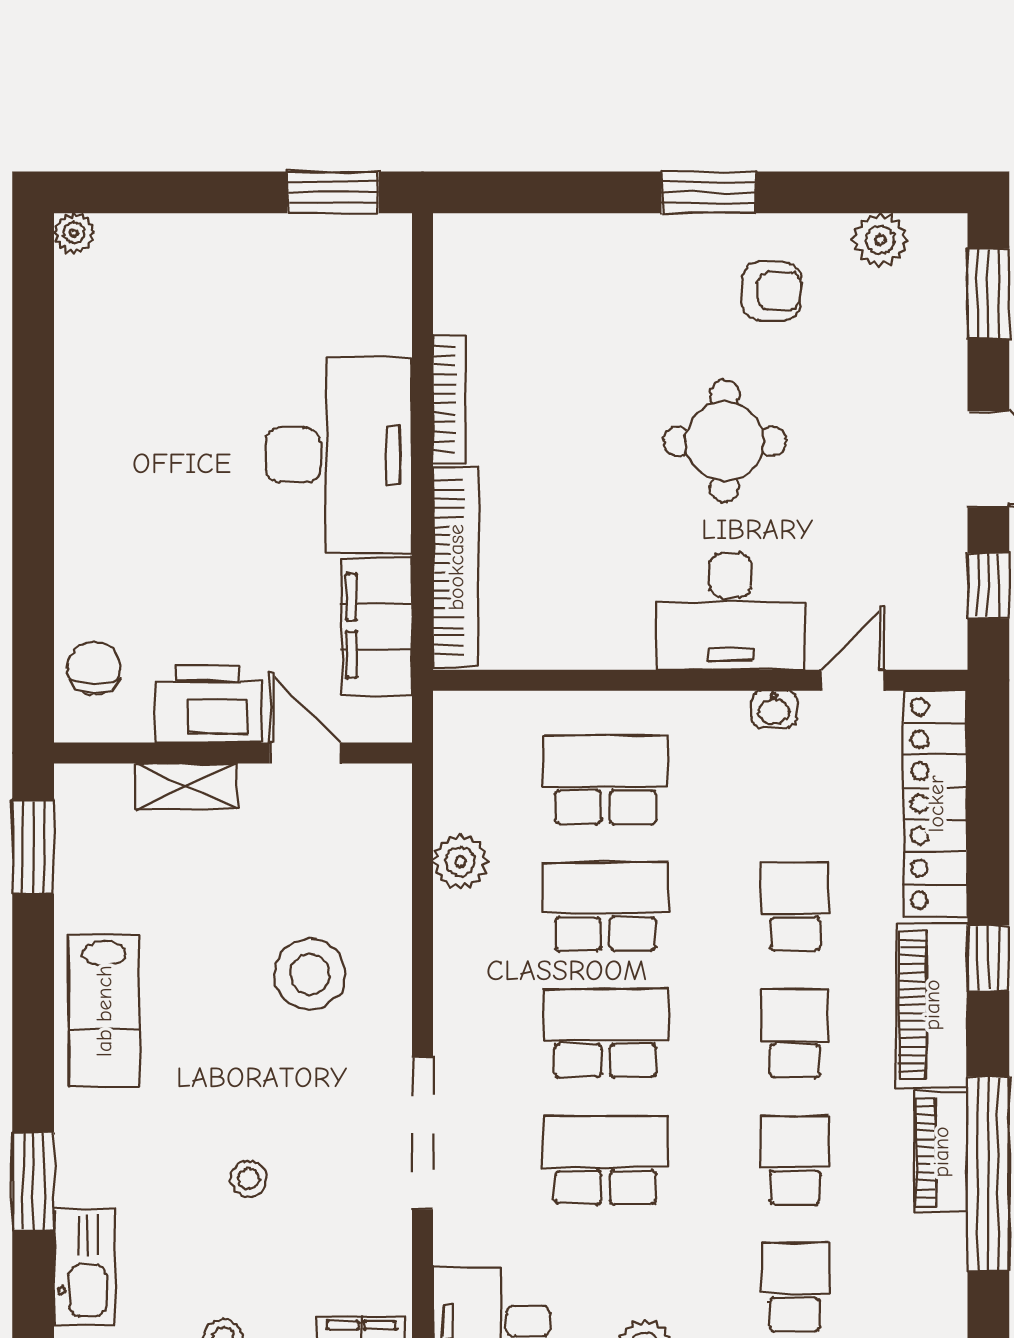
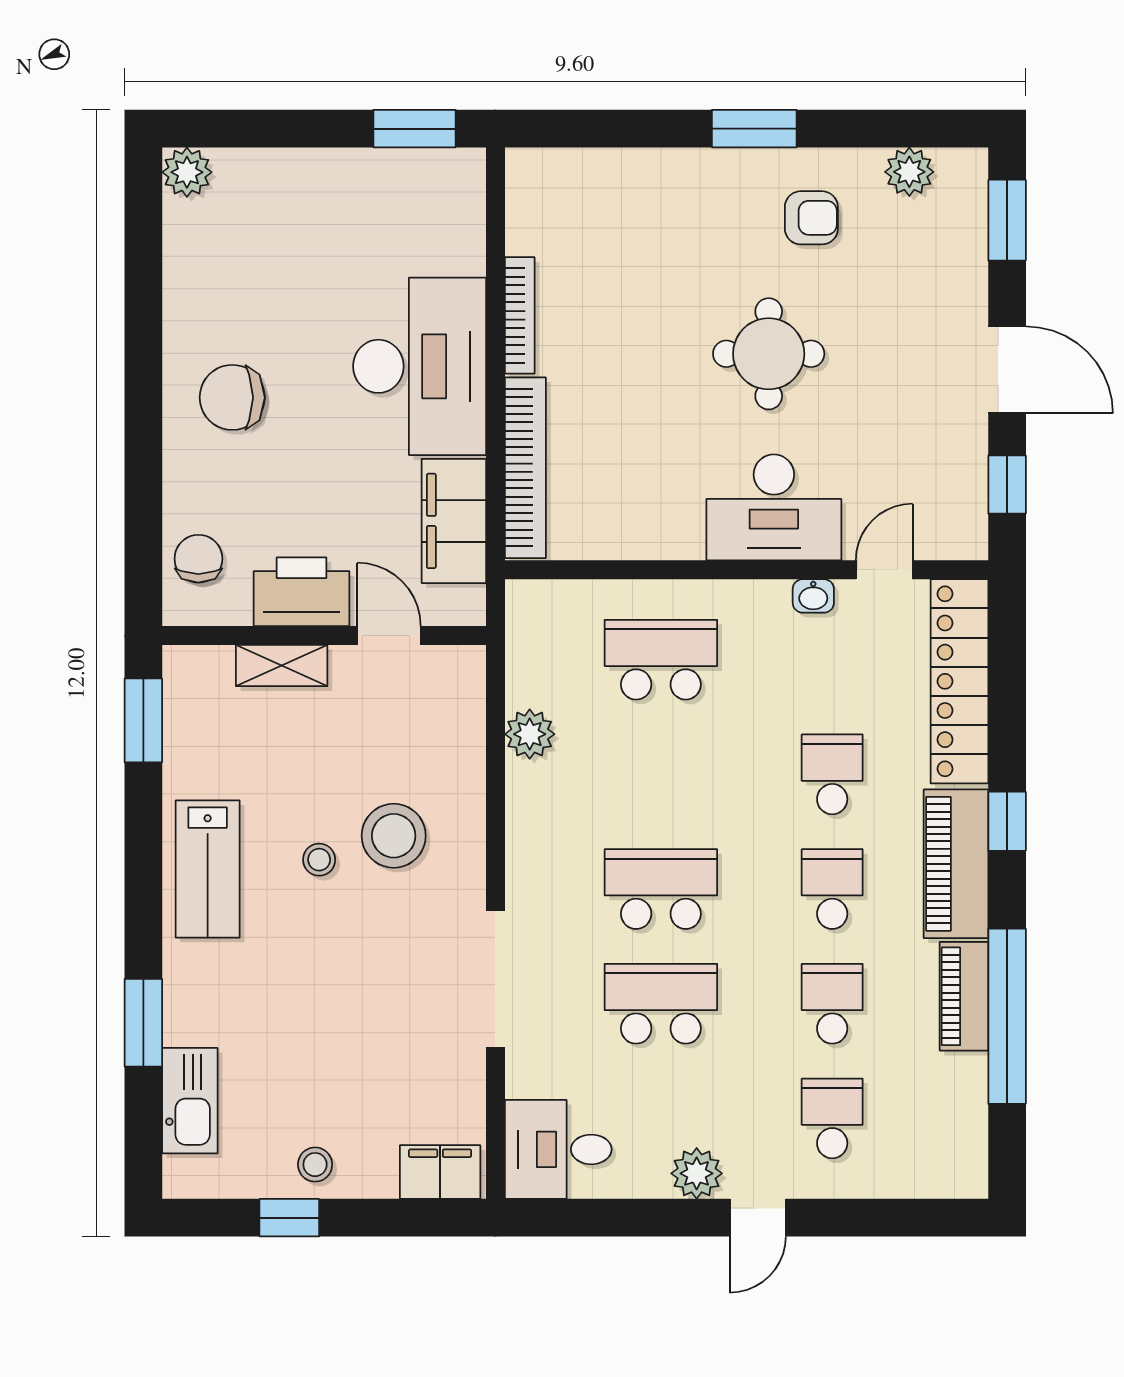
plant: (74, 233) -> (187, 172), width x1.38, depth x1.38
chair: (131, 490) -> (232, 397), added
school desk: (605, 906) -> (661, 774), removed
stool: (249, 1179) -> (319, 860), moved

